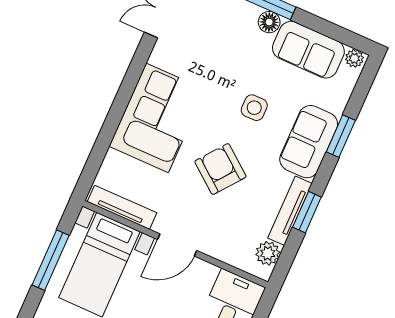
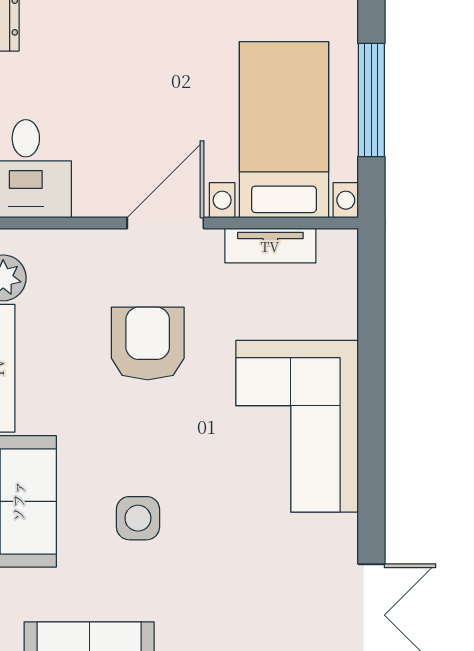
armchair: (220, 169) -> (148, 343), moved, turned -128
tv unit: (122, 207) -> (270, 246), width x0.71

